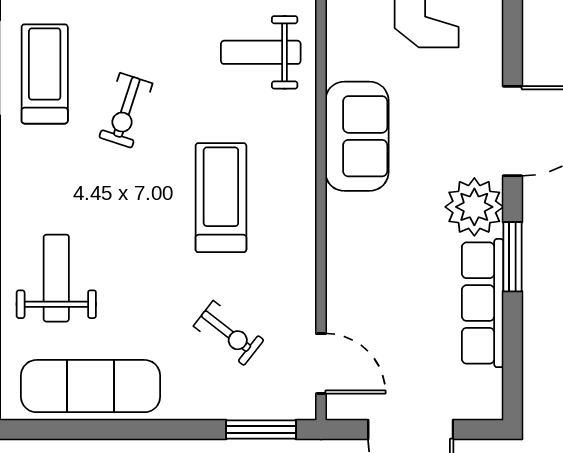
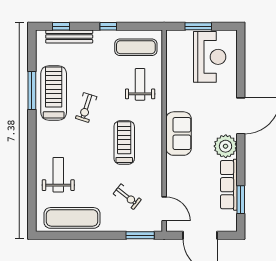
weight bench: (261, 52) -> (140, 84), turned 90
treadmill: (45, 74) -> (54, 93), width x1.37, depth x1.38
sofa: (357, 136) -> (179, 134), moved
window: (513, 257) -> (241, 200), moved

